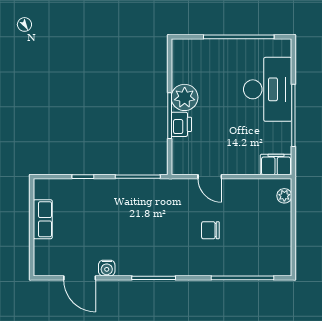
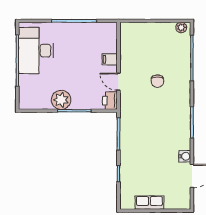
desk: (268, 89) -> (36, 51), moved, turned -90
printer: (181, 124) -> (110, 101), moved, turned -90
filing cabinet: (276, 164) -> (110, 59), moved, width x0.50
door: (210, 177) -> (119, 82), swing flipped
plant: (284, 196) -> (181, 28), moved

